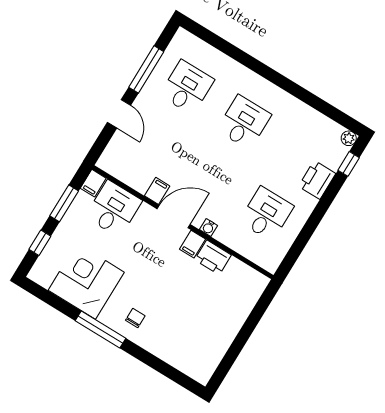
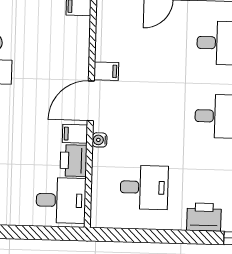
desk: (114, 209) -> (61, 200), moved
door: (174, 217) -> (91, 101), swing flipped

